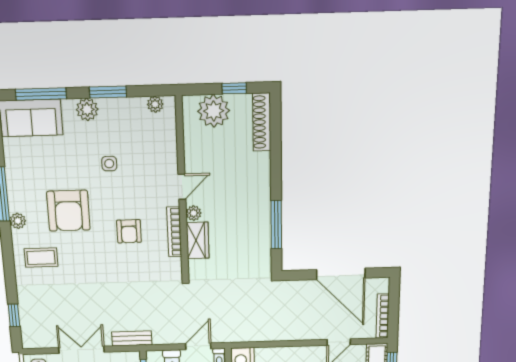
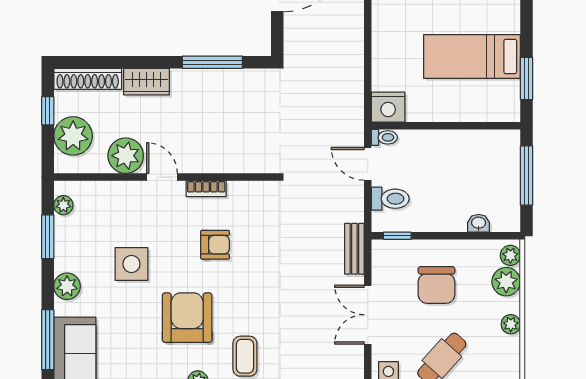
window: (108, 92) -> (48, 237), moved
side table: (109, 164) -> (131, 264), width x1.87, depth x1.87
armchair: (68, 211) -> (187, 318), turned -90
plant: (194, 213) -> (126, 156), moved, width x1.88, depth x1.88
bookcase: (174, 232) -> (206, 189), width x0.64
wardrobe: (198, 240) -> (146, 82), moved, turned 180

